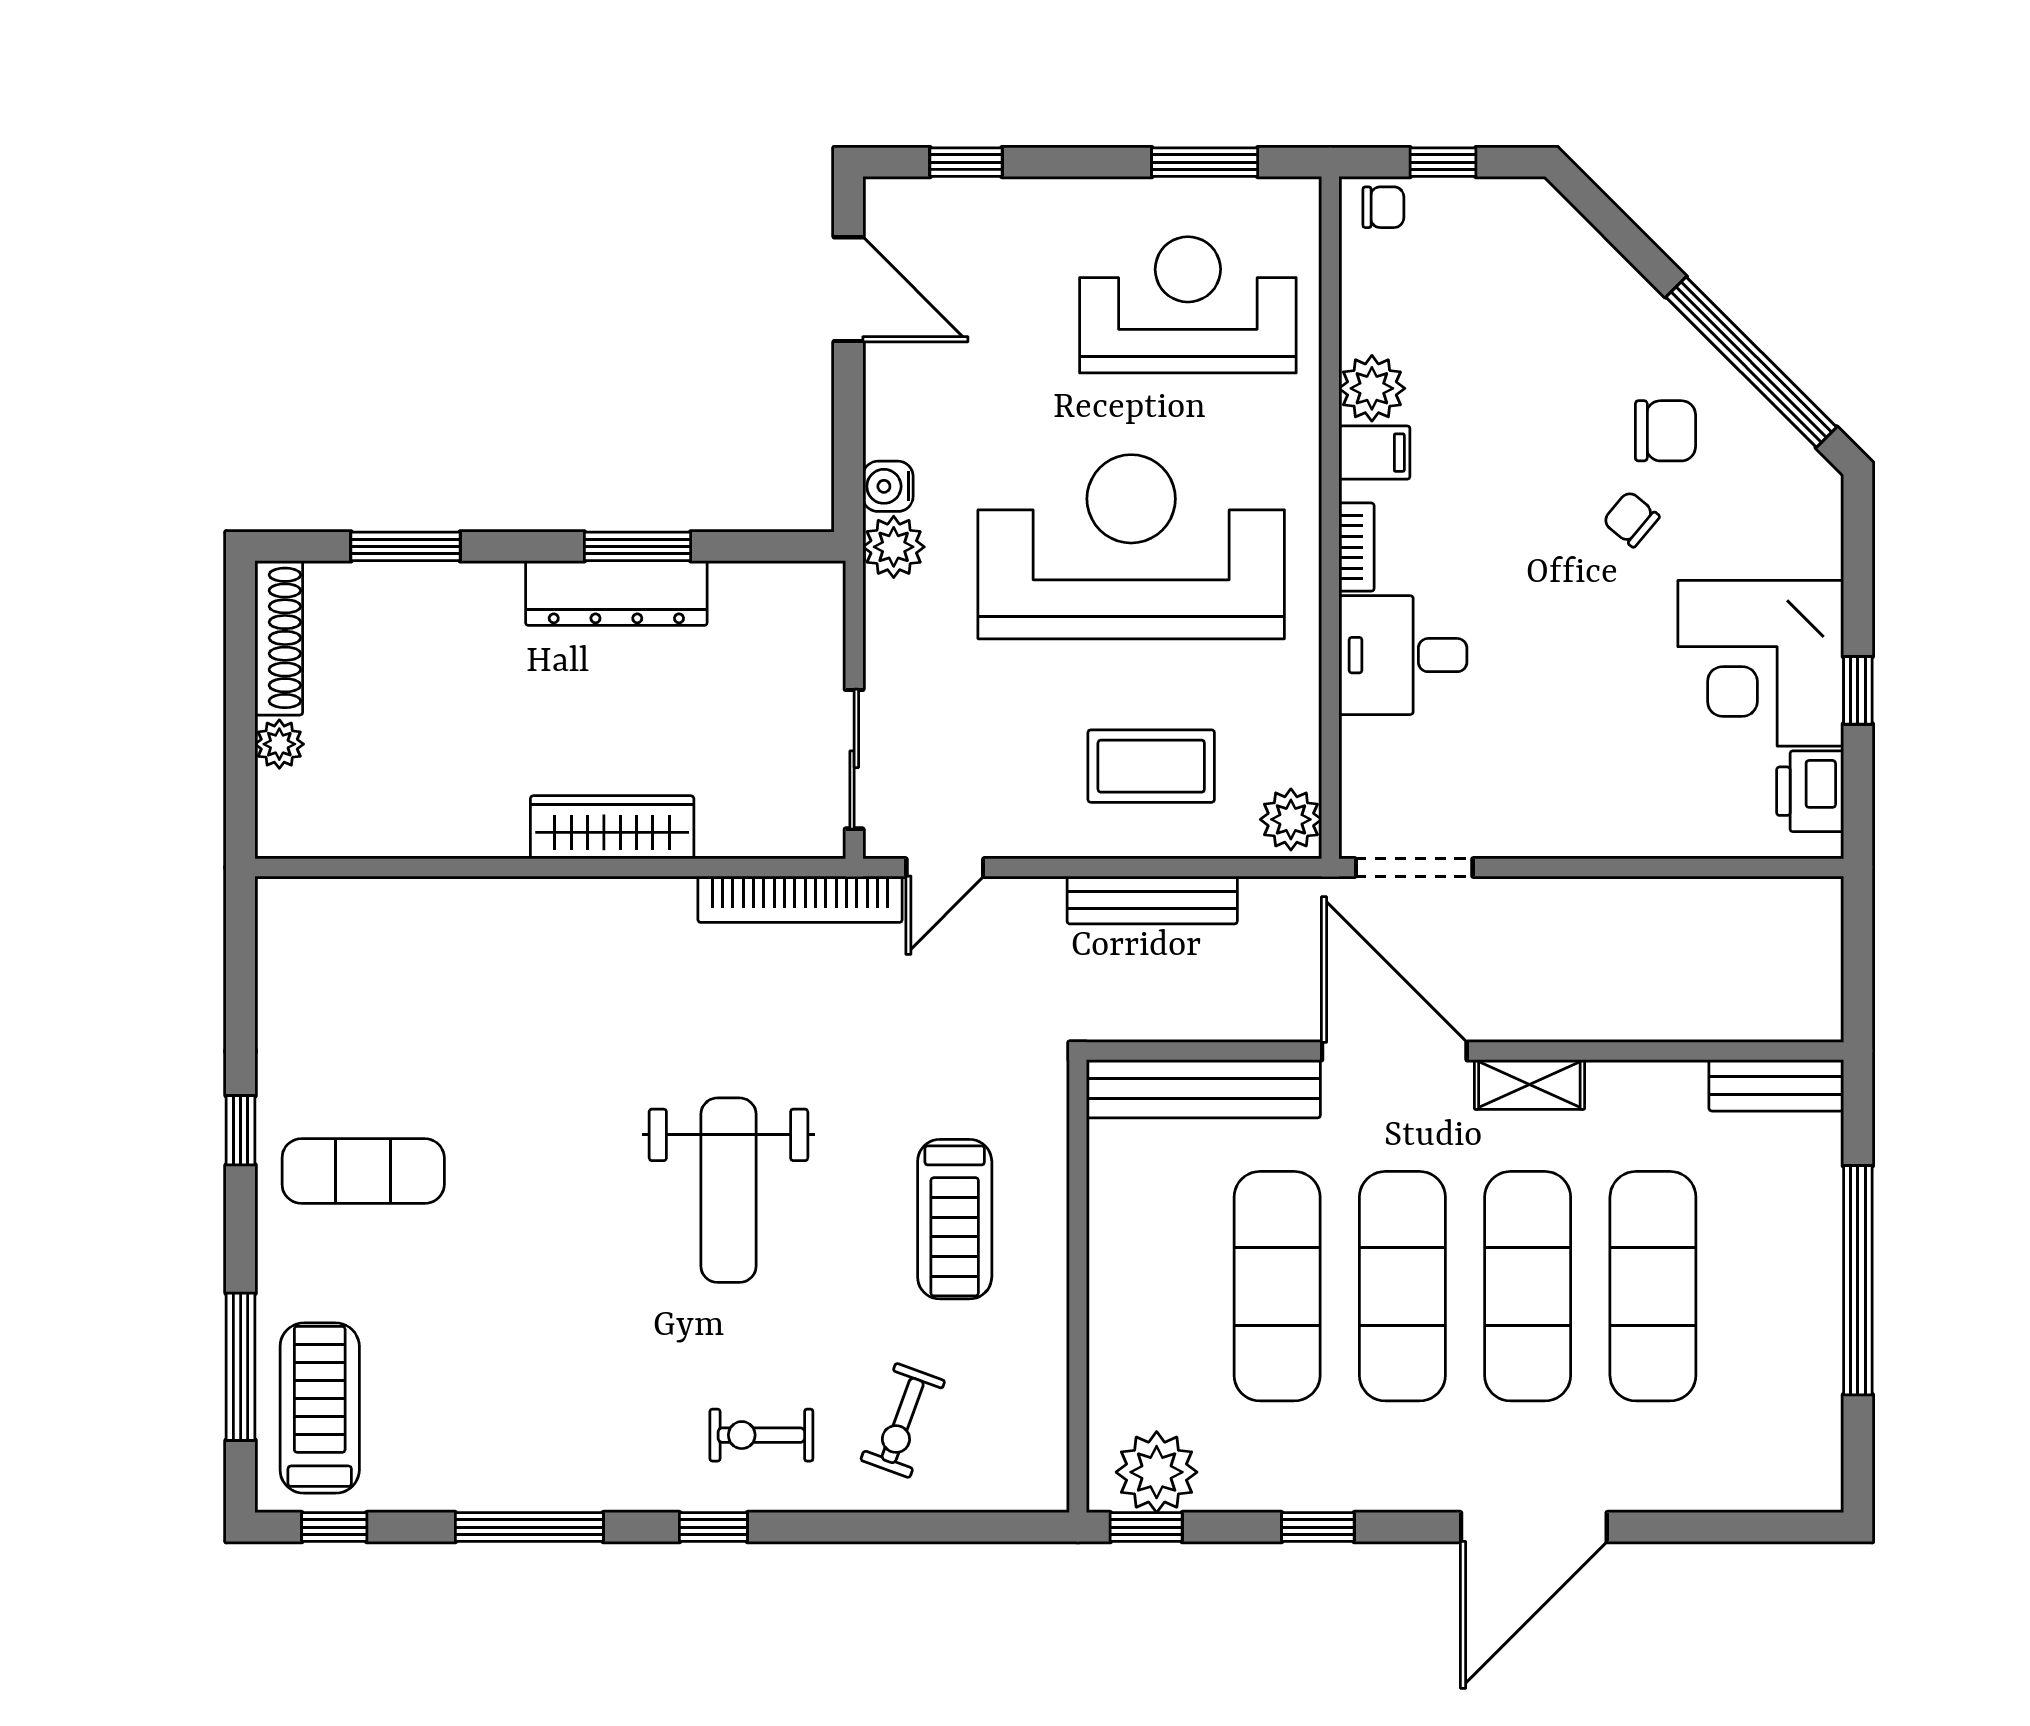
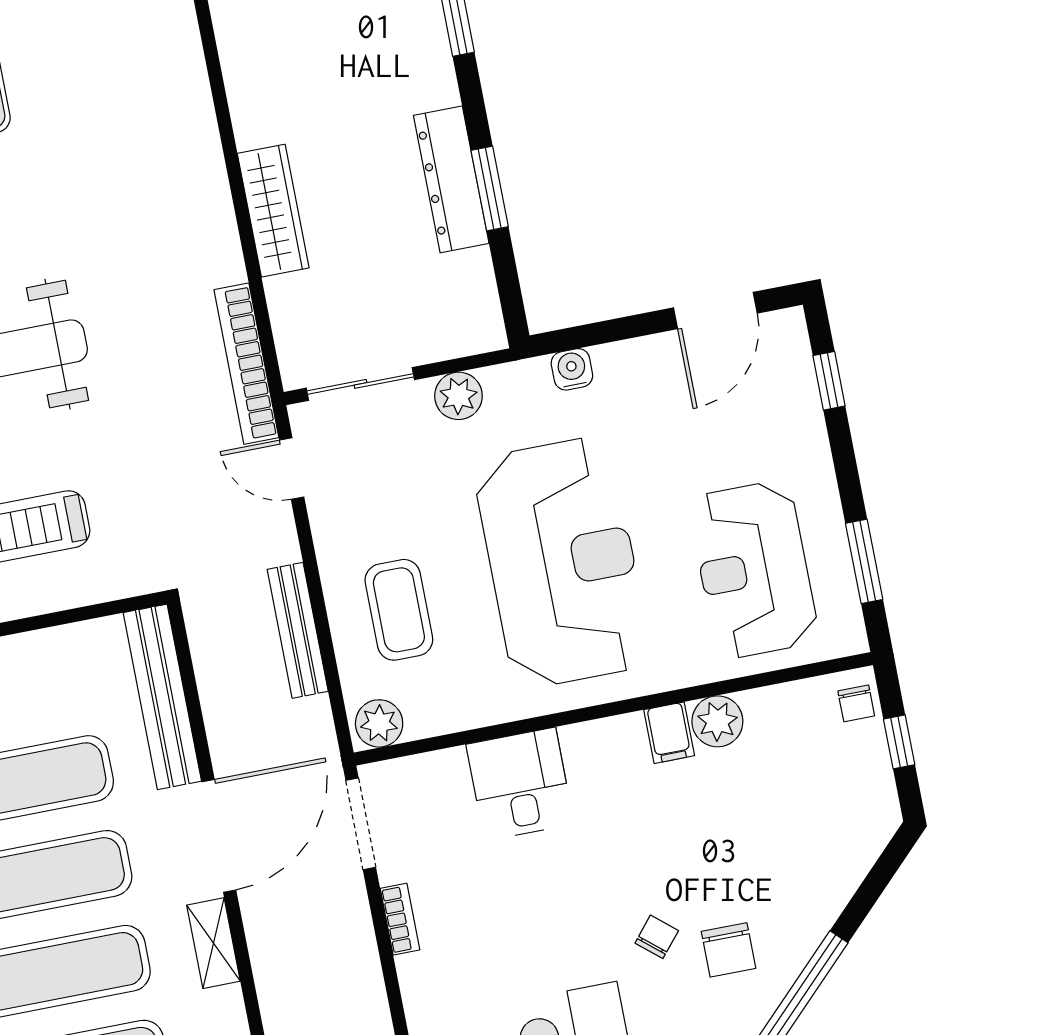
reception desk: (1188, 305) -> (754, 570), turned 180
plant: (894, 547) -> (458, 396), moved
bookcase: (1356, 547) -> (400, 919), moved, turned -90

